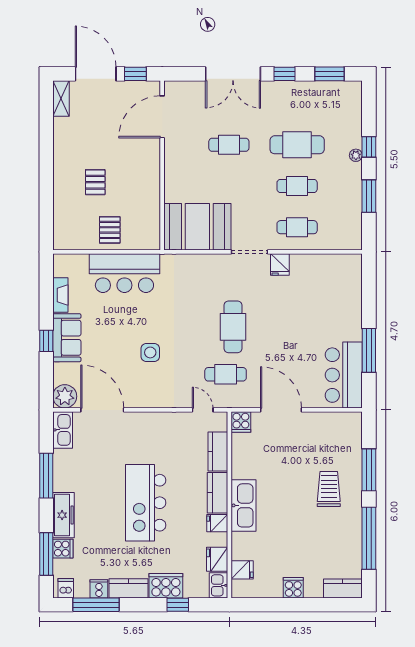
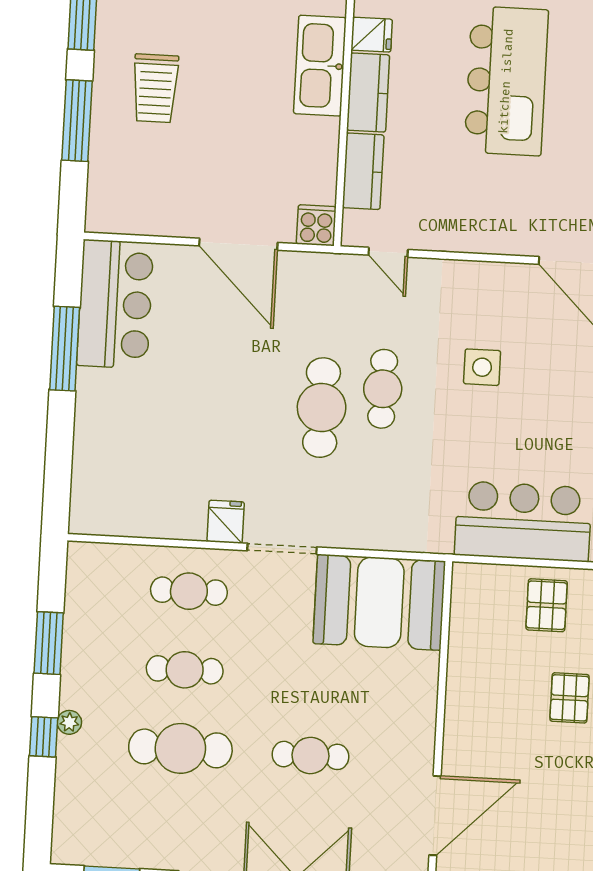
cafe table: (226, 374) -> (383, 389), moved, turned 90

